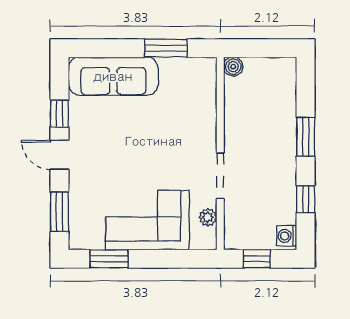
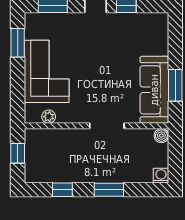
sofa: (113, 76) -> (154, 90), moved
doorway: (220, 176) -> (107, 126), moved
washing machine: (287, 236) -> (161, 176), moved

